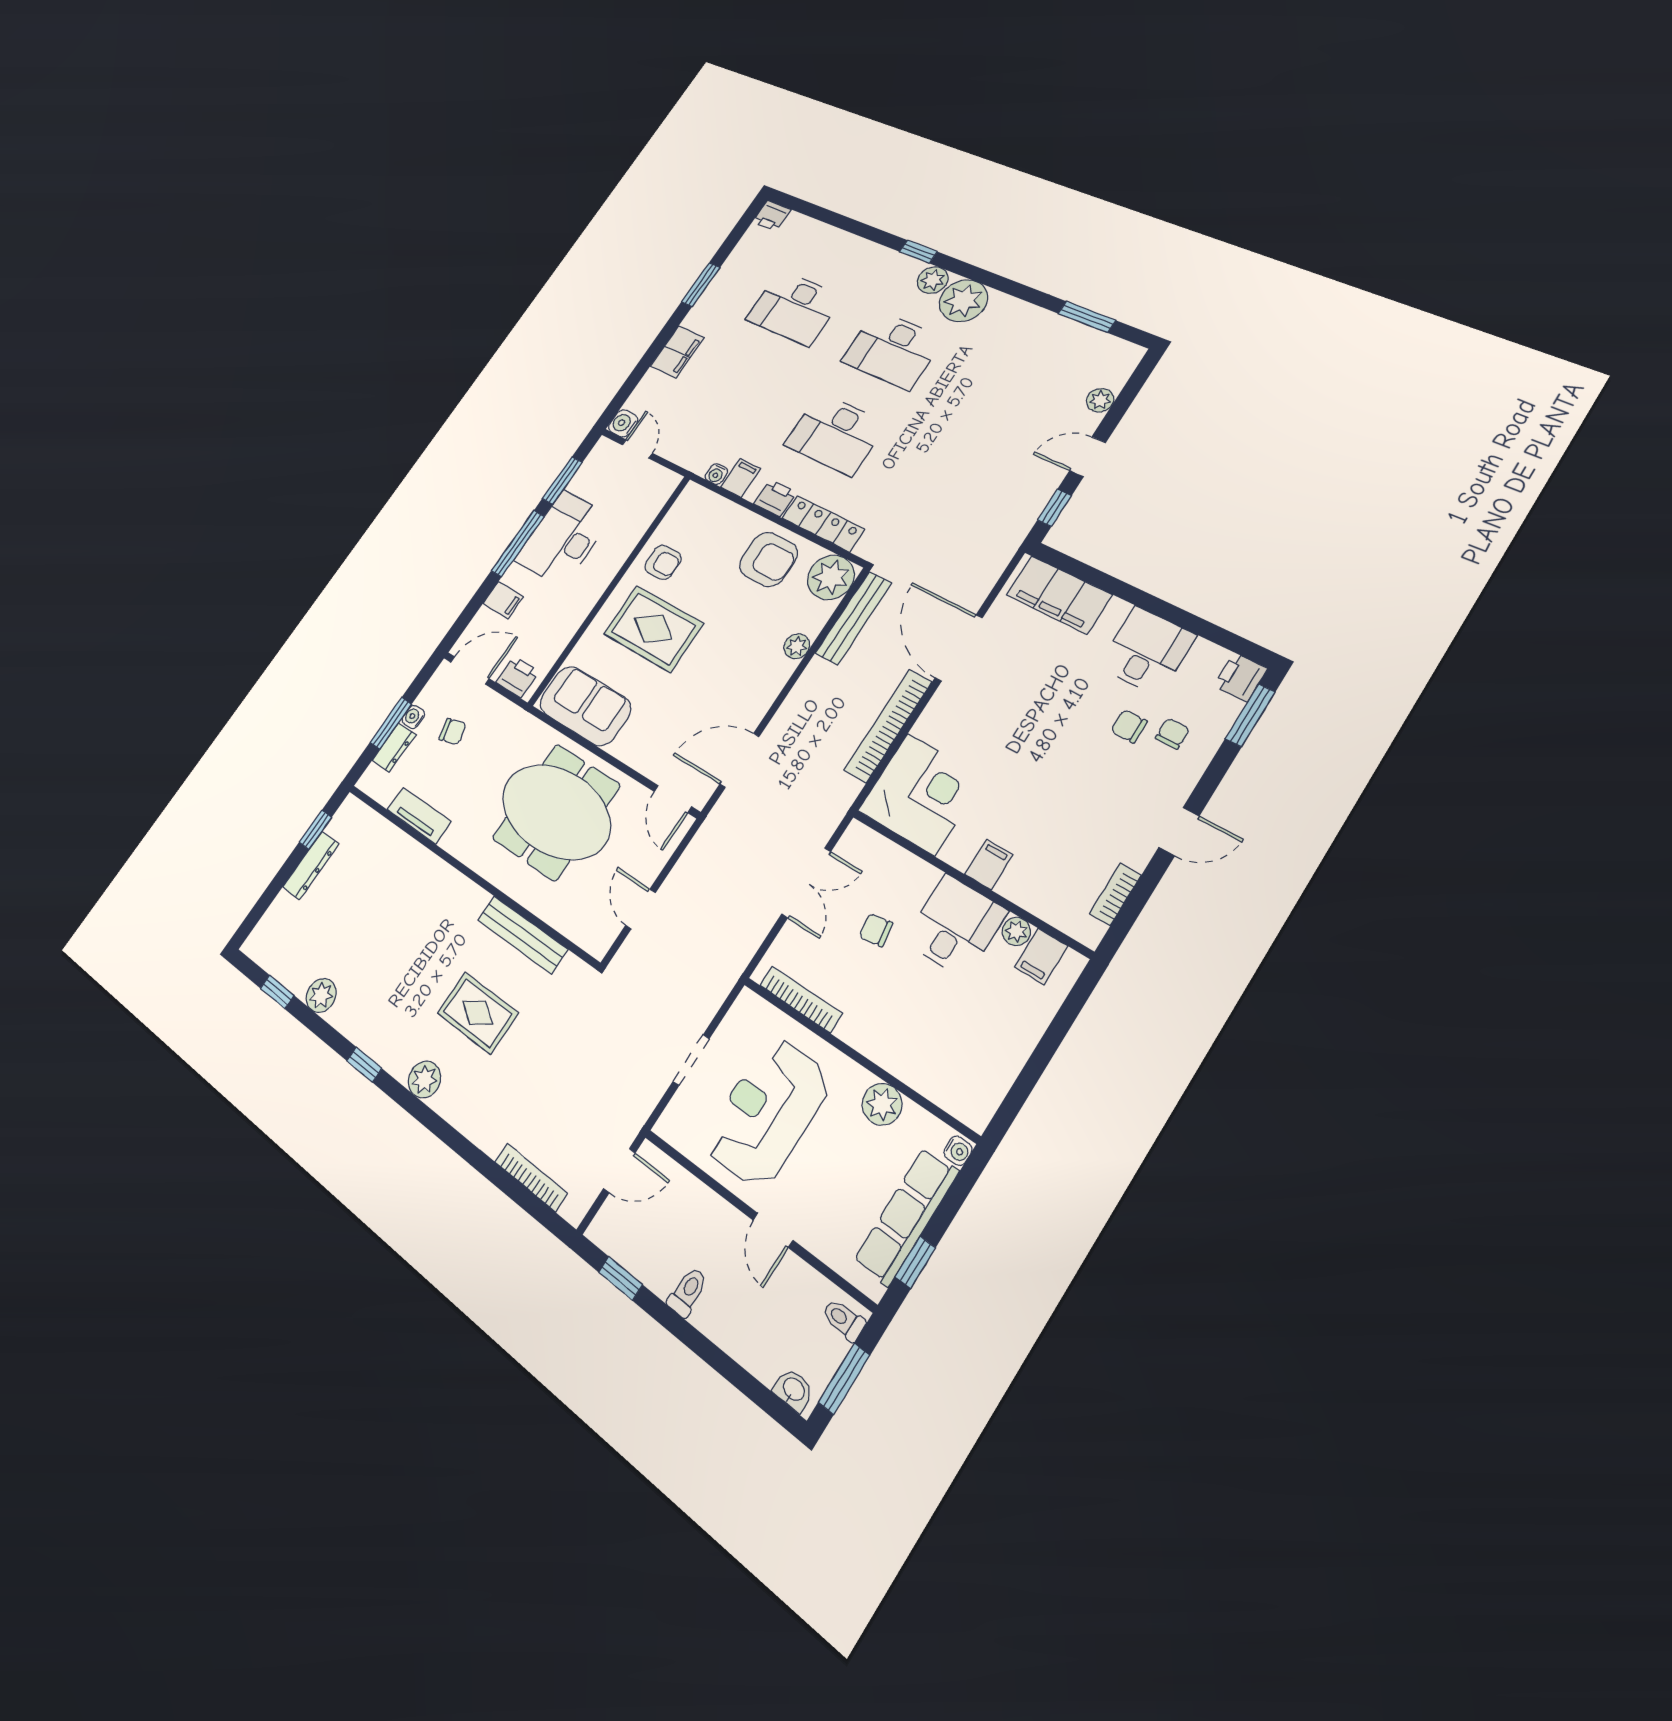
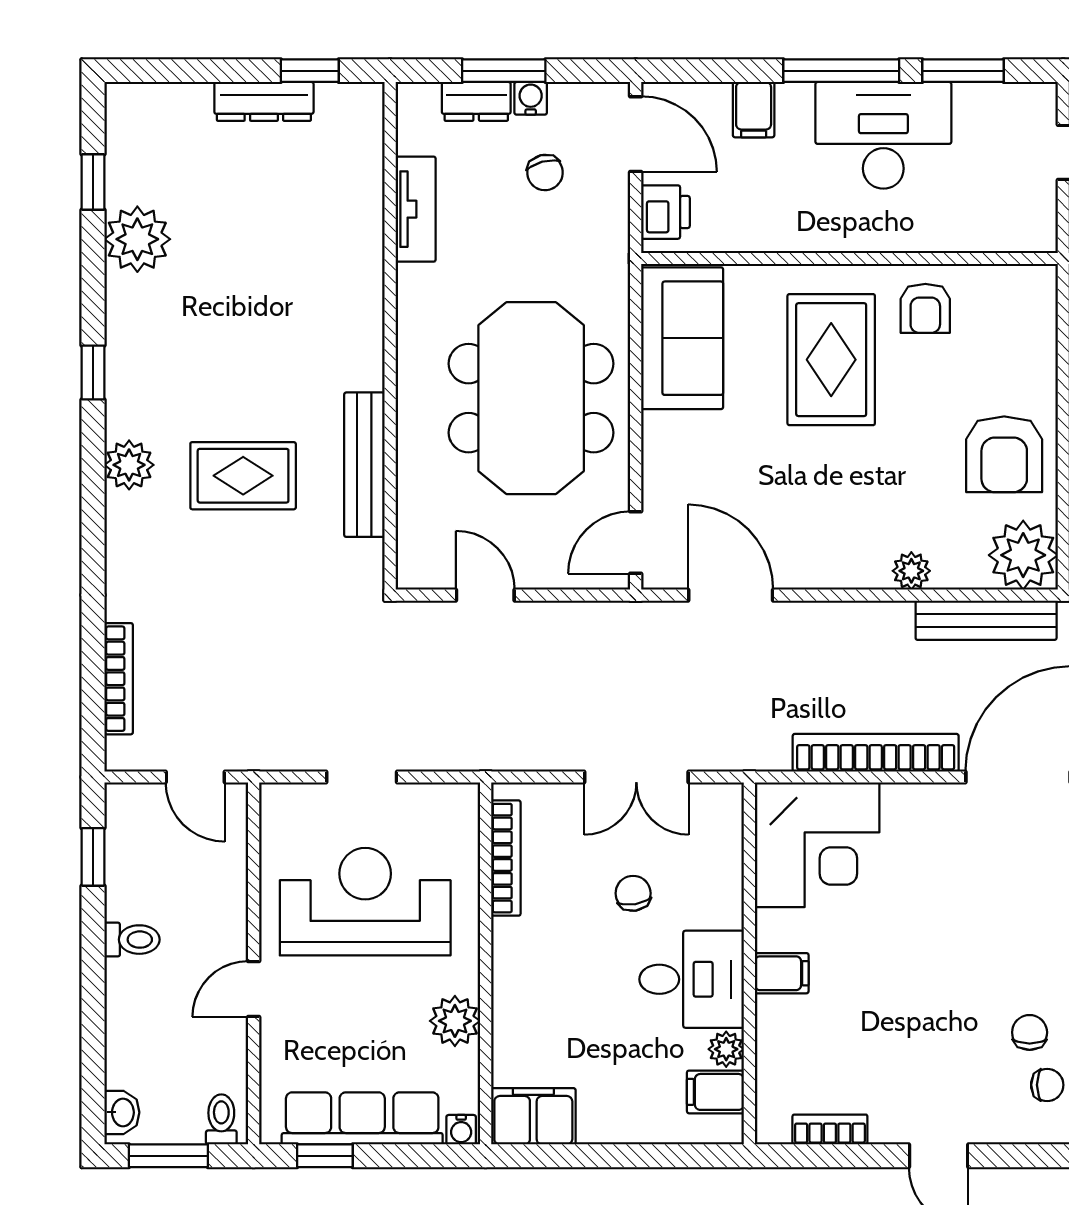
door: (641, 909) -> (485, 595), hinge flipped
plant: (321, 995) -> (137, 239), width x1.36, depth x1.36
rug: (478, 1013) -> (243, 476), turned 90
filing cabinet: (980, 1093) -> (533, 1116), added

